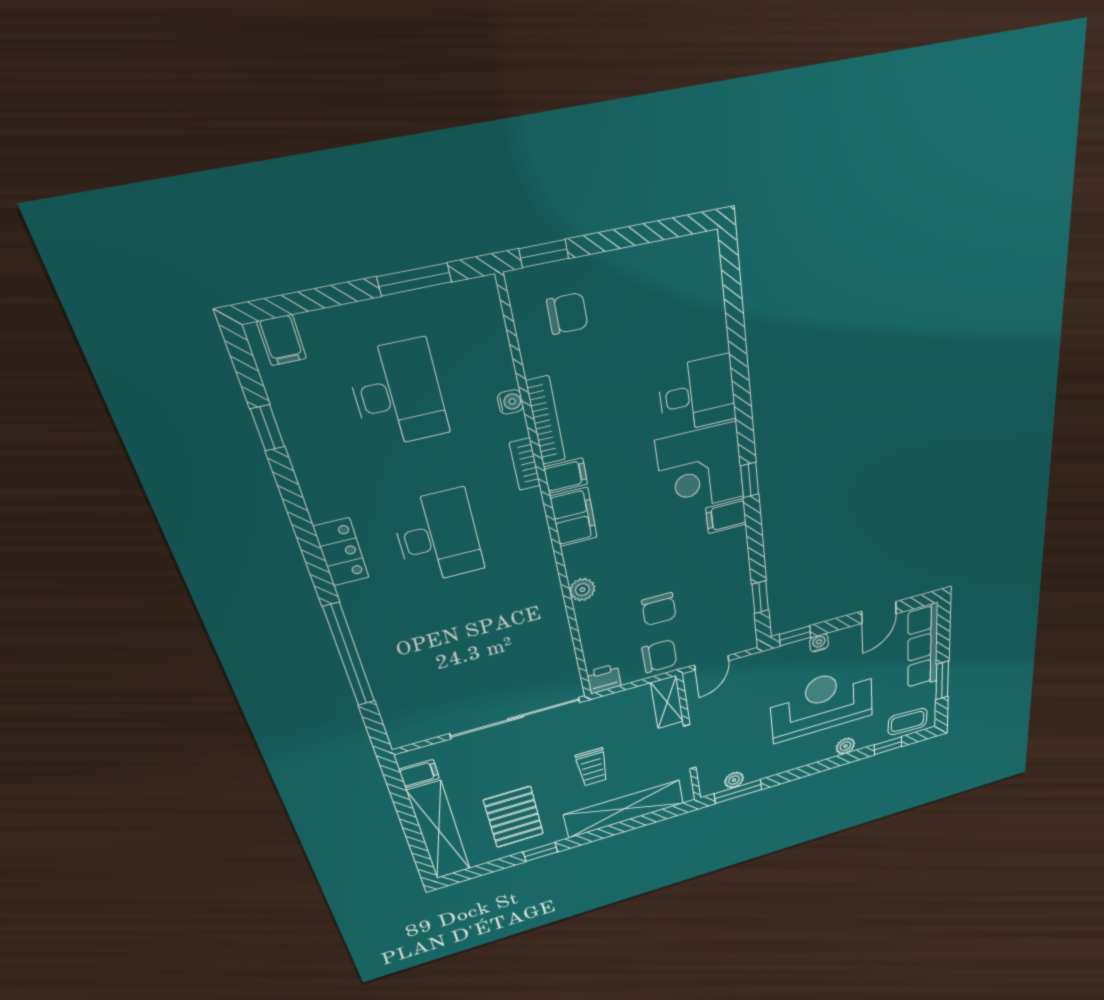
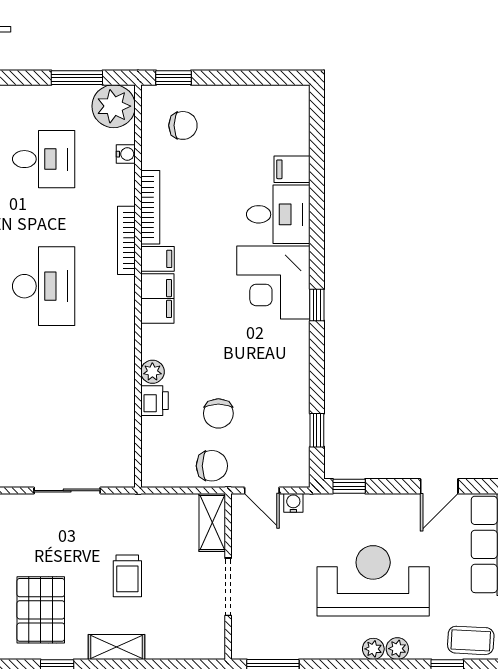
plant: (473, 308) -> (114, 106), added
desk: (398, 394) -> (44, 159), width x0.73
water cooler: (510, 402) -> (126, 154), moved
bookcase: (525, 464) -> (126, 240), width x1.56
filing cabinet: (726, 516) -> (292, 169), moved
water cooler: (819, 643) -> (293, 503), moved
door: (712, 663) -> (262, 491), hinge flipped
printer: (604, 679) -> (154, 401), moved, turned 90
sliding door: (515, 718) -> (67, 491), width x0.54
plant: (734, 780) -> (373, 649), moved
shelving: (624, 809) -> (116, 647), width x0.45, depth x0.75

